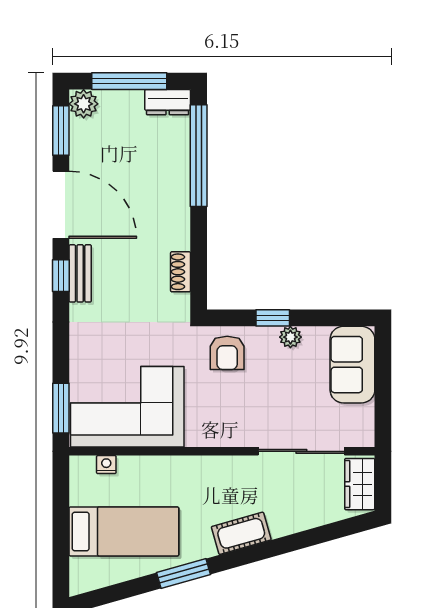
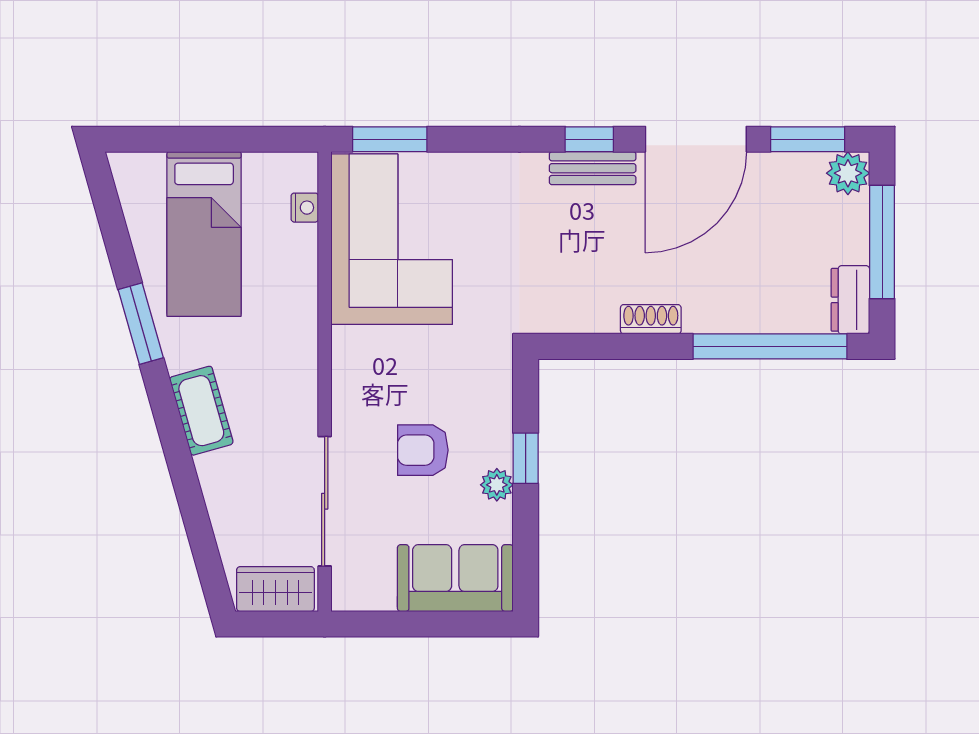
shoe rack: (180, 272) -> (651, 319), moved
armchair: (227, 353) -> (423, 450), moved

